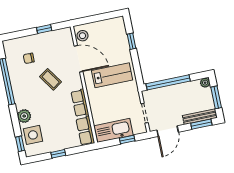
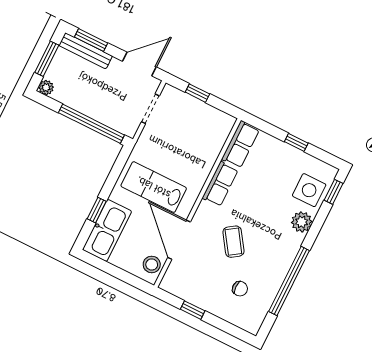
kitchen sink: (114, 130) -> (107, 230), moved, turned -90

